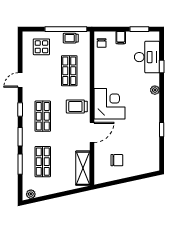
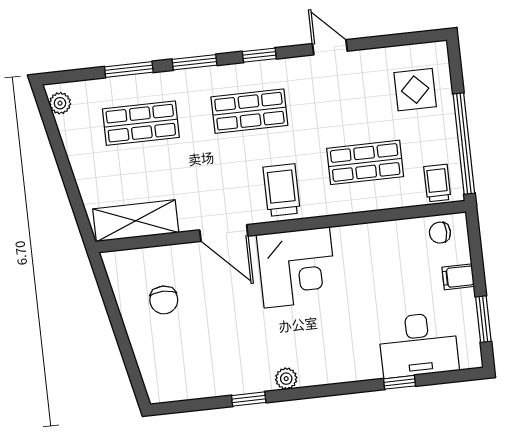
trolley: (71, 38) -> (437, 183), moved
plant: (155, 90) -> (286, 379), moved

